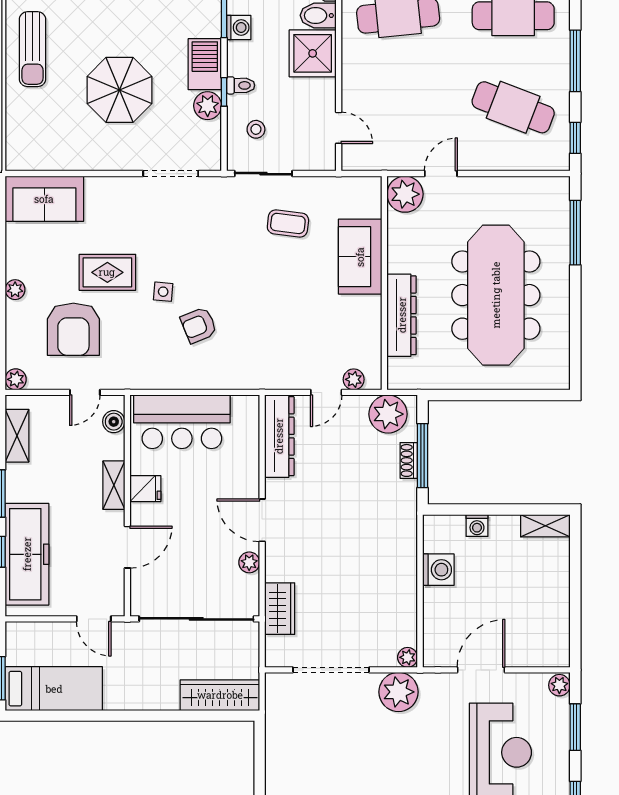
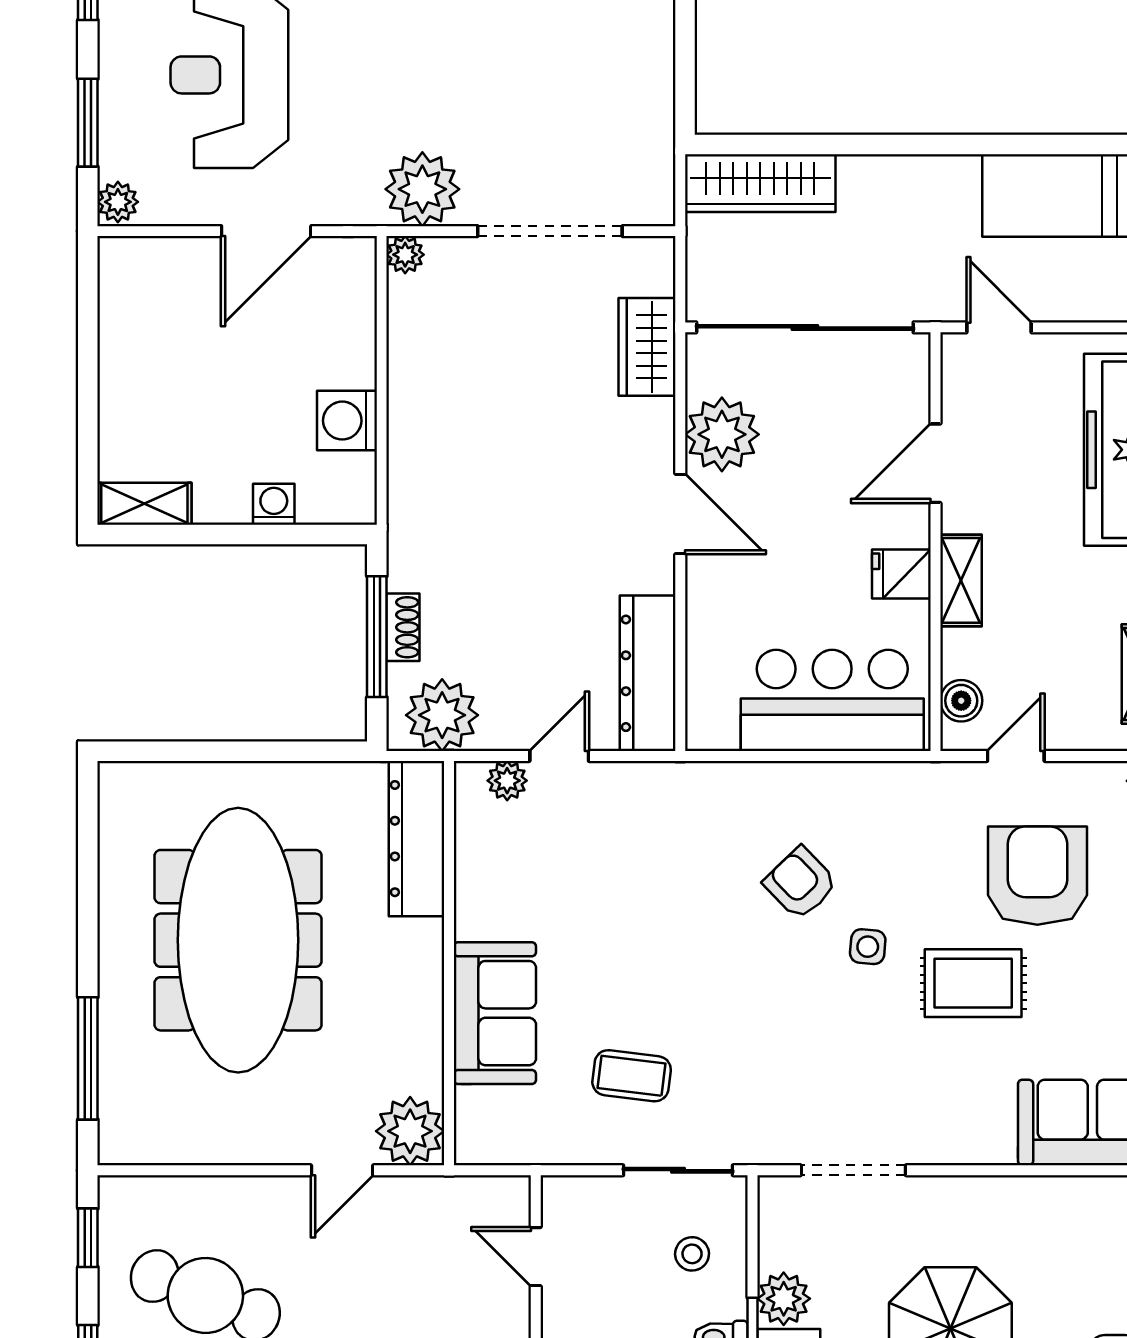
dresser: (402, 315) -> (417, 839), moved
armchair: (199, 325) -> (800, 883), turned -112
plant: (249, 562) -> (722, 434), width x1.87, depth x1.87

